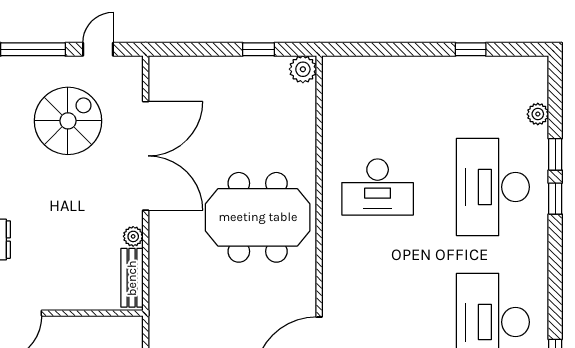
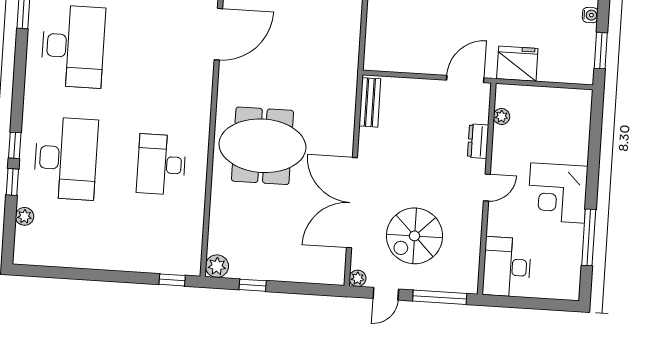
window: (471, 49) -> (172, 280), moved
desk: (378, 187) -> (161, 164), turned -90
plant: (133, 236) -> (358, 278), moved

